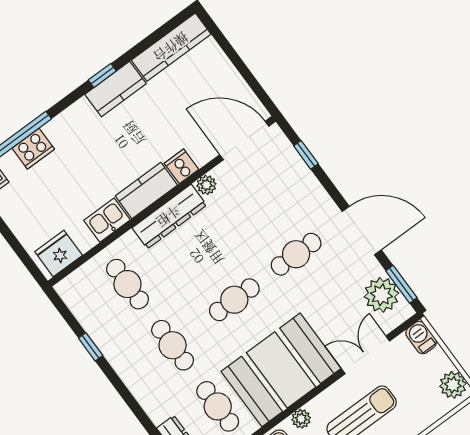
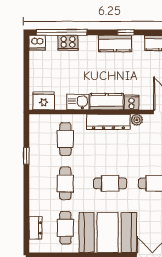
kitchen counter: (115, 89) -> (115, 43), moved

